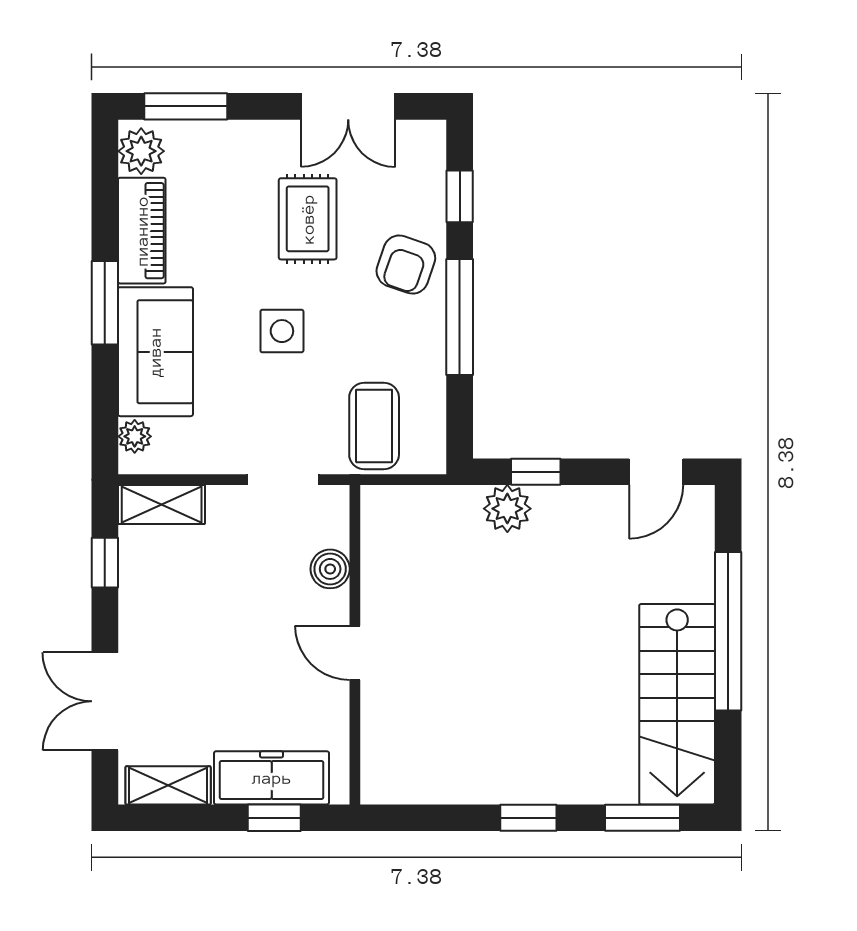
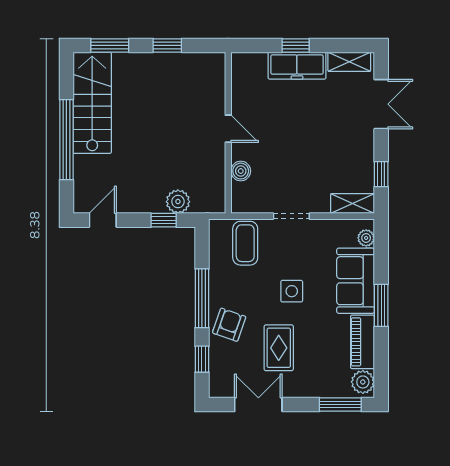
boiler: (330, 569) -> (241, 171), moved
wall: (355, 645) -> (228, 133), moved
door: (355, 653) -> (228, 129), moved

